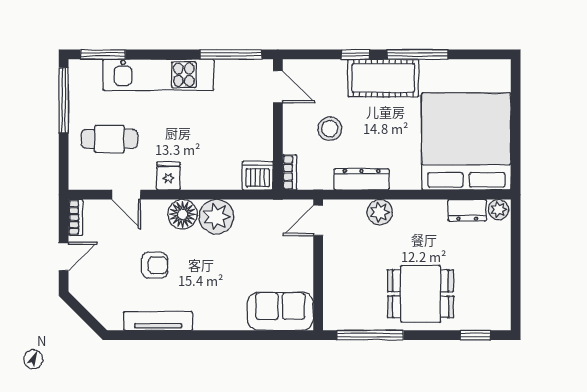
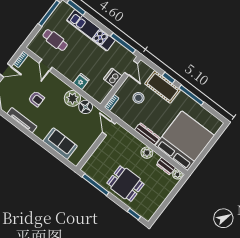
cot: (383, 78) -> (163, 87), moved
fridge: (168, 176) -> (81, 81), moved
dishwasher: (258, 176) -> (113, 77), moved, turned -90
dresser: (362, 179) -> (147, 134), moved
plant: (380, 212) -> (147, 153), moved
floor lamp: (182, 214) -> (86, 107), moved
door: (318, 220) -> (109, 128), hinge flipped
sofa: (280, 311) -> (60, 144), moved

